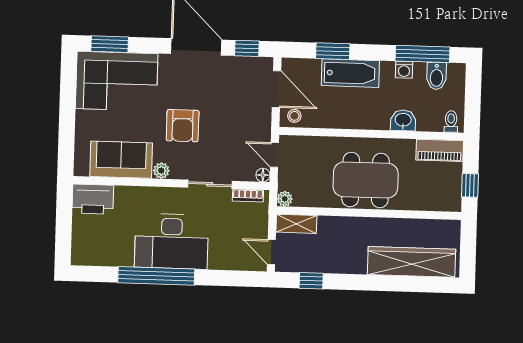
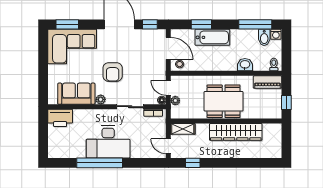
washing machine: (404, 70) -> (276, 34), moved
plant: (285, 199) -> (175, 101), moved
wardrobe: (411, 262) -> (236, 132), moved, turned 180

